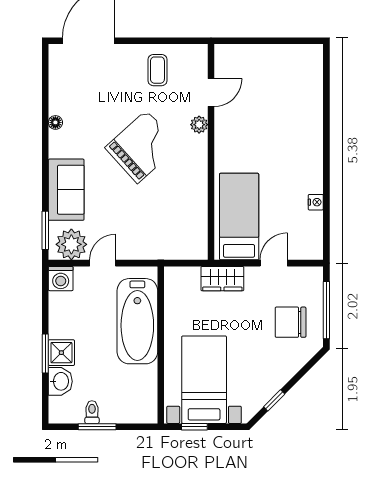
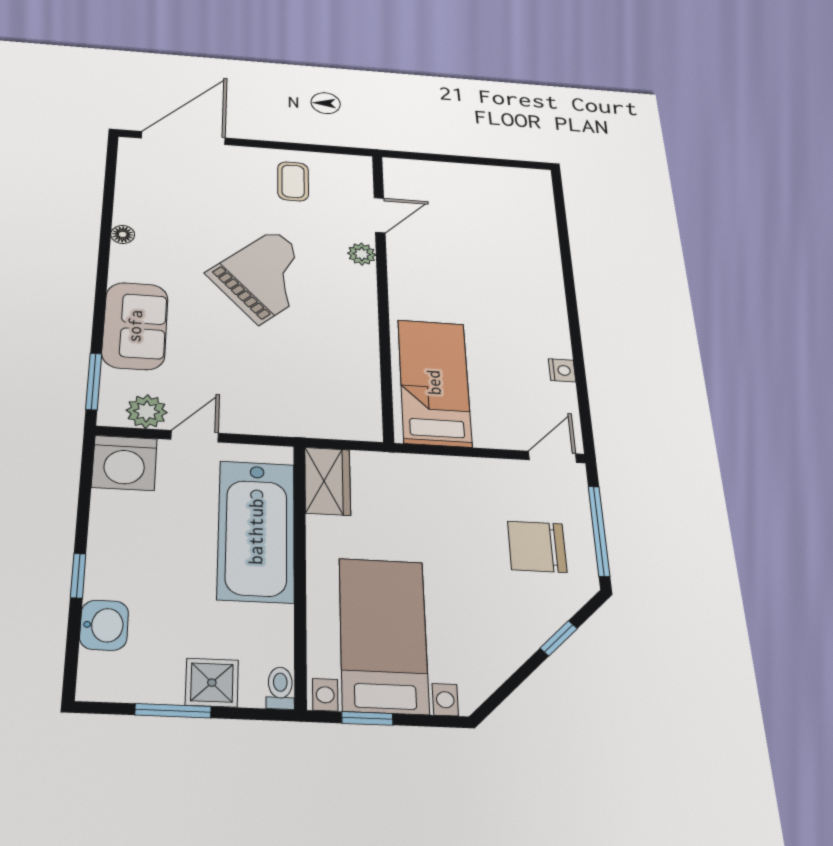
plant: (71, 244) -> (147, 411), width x0.73, depth x0.73
door: (274, 263) -> (553, 457), moved
washing machine: (61, 279) -> (124, 463), width x1.37, depth x1.37
wardrobe: (222, 279) -> (328, 481), moved, turned -90
shower: (61, 353) -> (212, 683), moved
window: (45, 354) -> (78, 576), width x0.67
window: (274, 400) -> (559, 638), moved
toilet: (92, 412) -> (280, 688), moved

